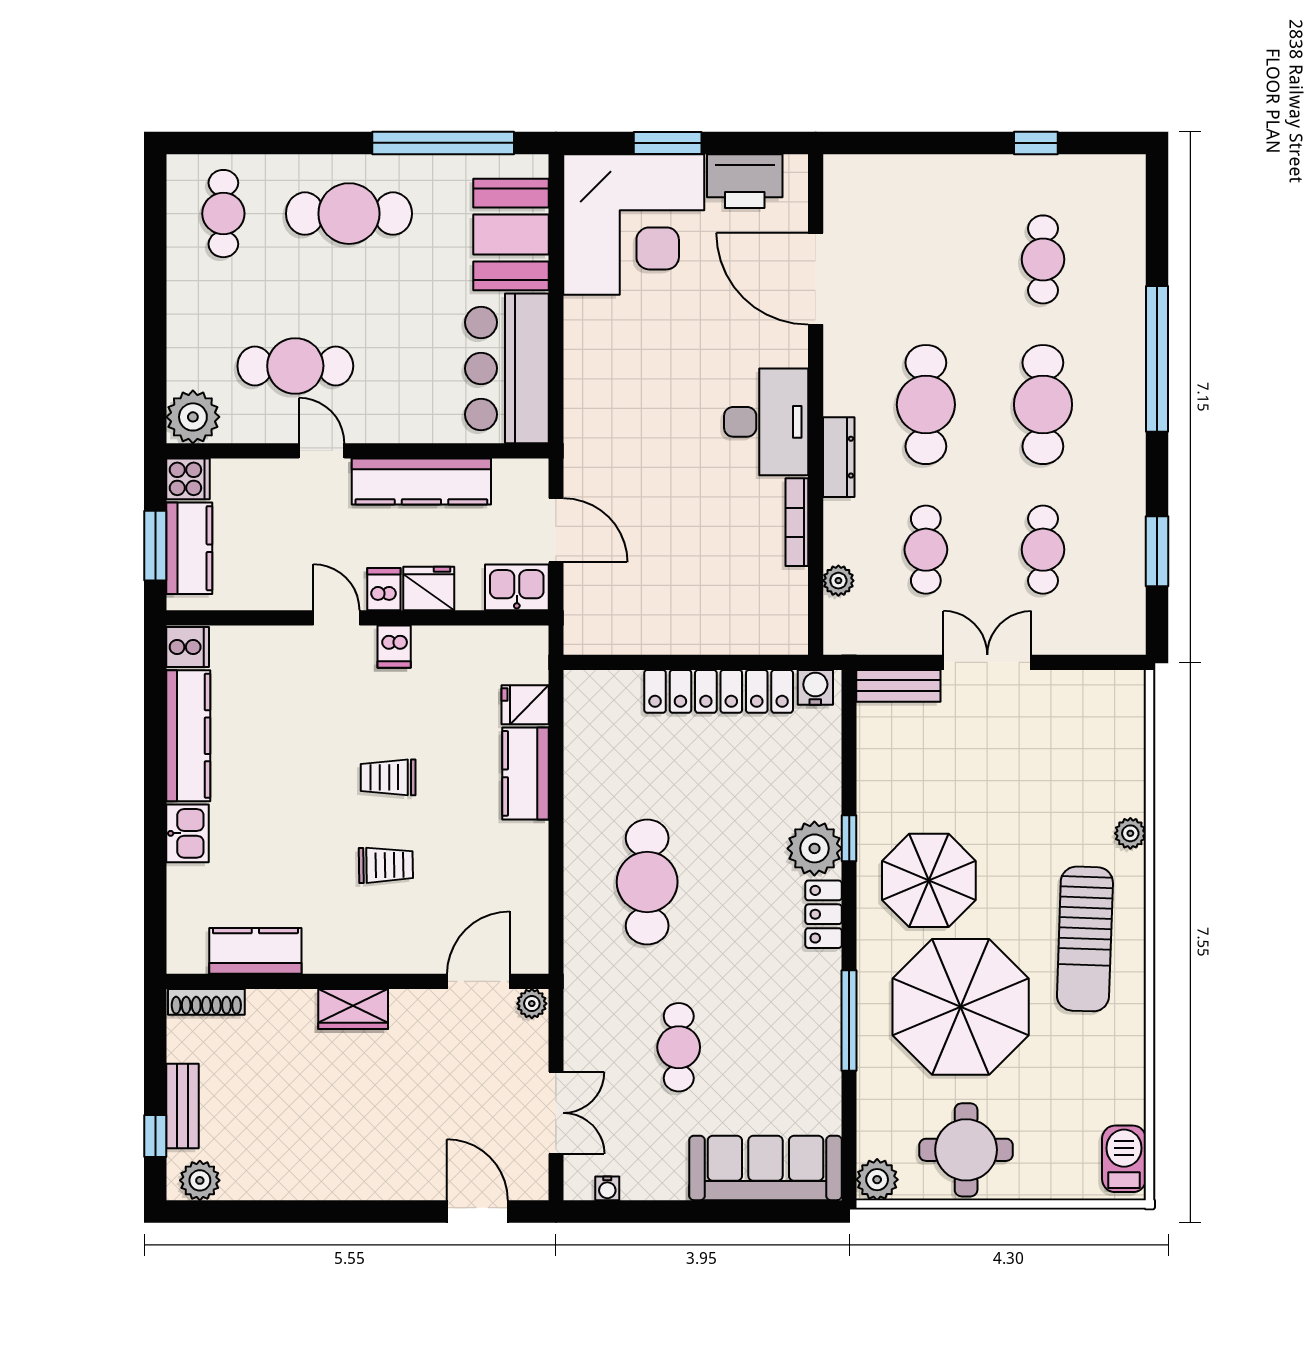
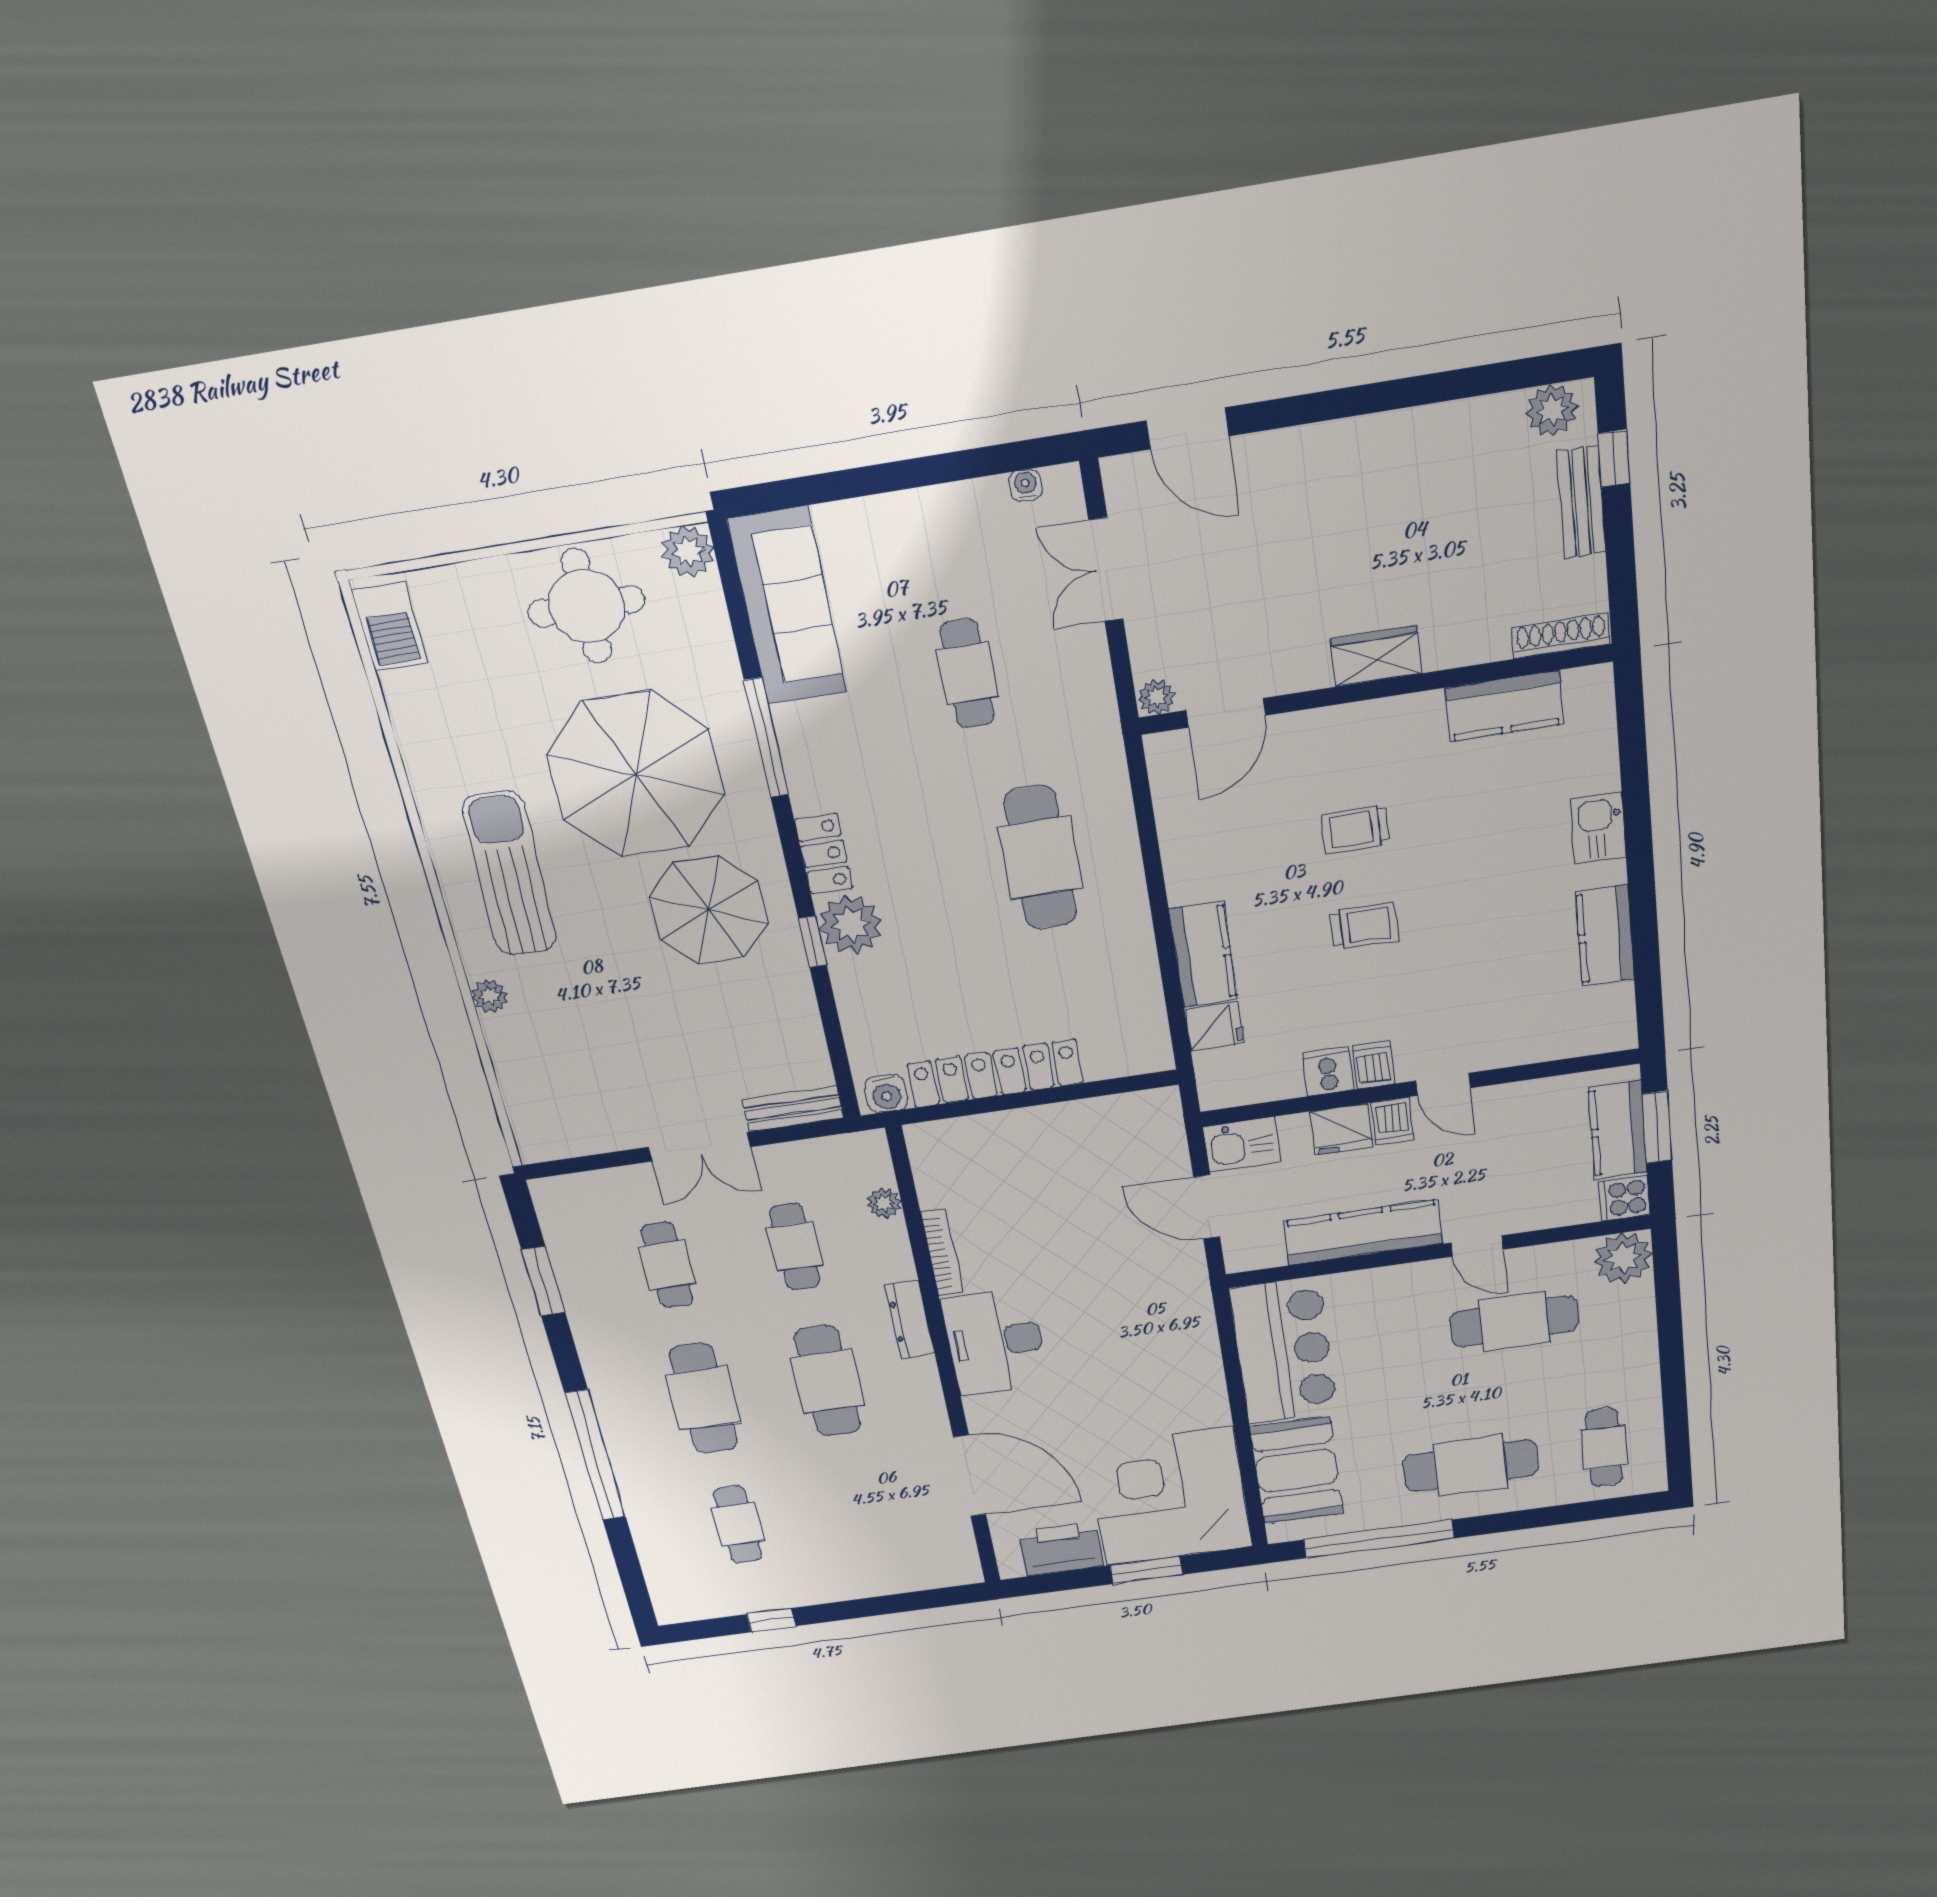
cooker: (188, 647) -> (1328, 1071), moved, turned 90
kitchen counter: (188, 736) -> (1605, 936), width x0.67
sofa: (765, 1168) -> (788, 606), moved, turned -90

